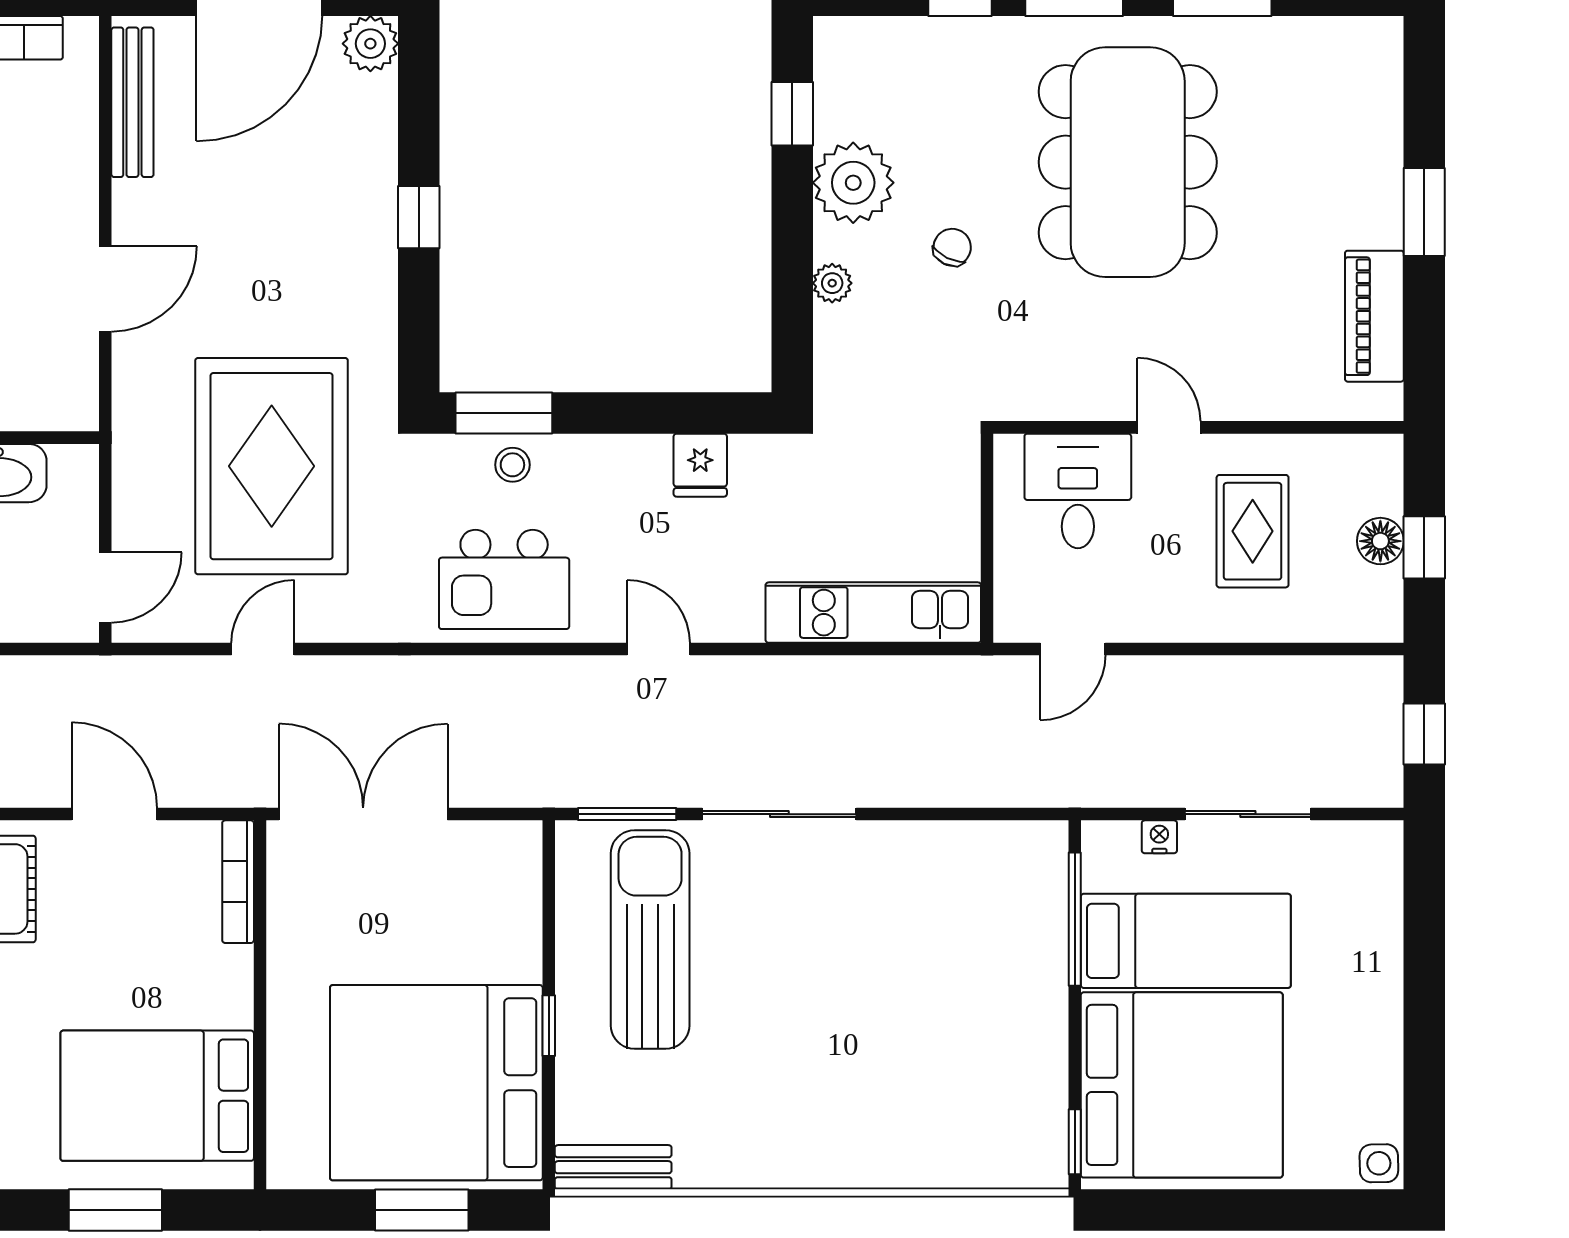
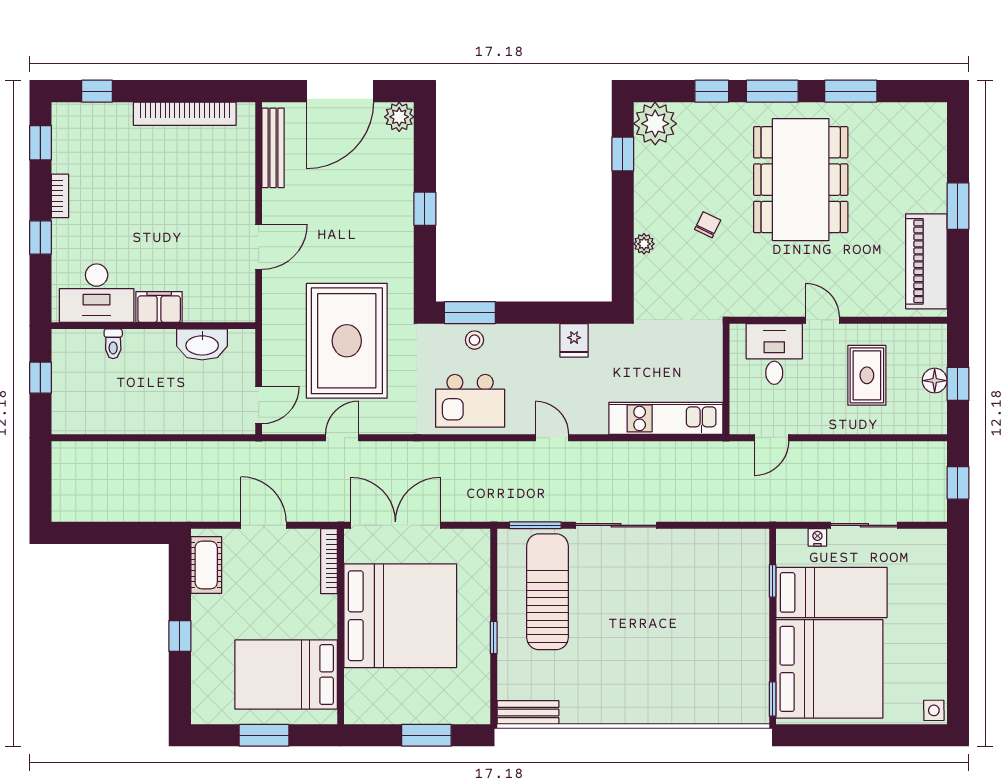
plant: (853, 183) -> (655, 124), moved
piano: (1374, 316) -> (926, 261), width x1.37, depth x1.33
window: (1075, 919) -> (773, 581), width x0.46
bed: (436, 1083) -> (400, 616), moved, turned 180

